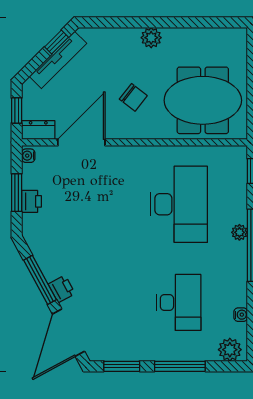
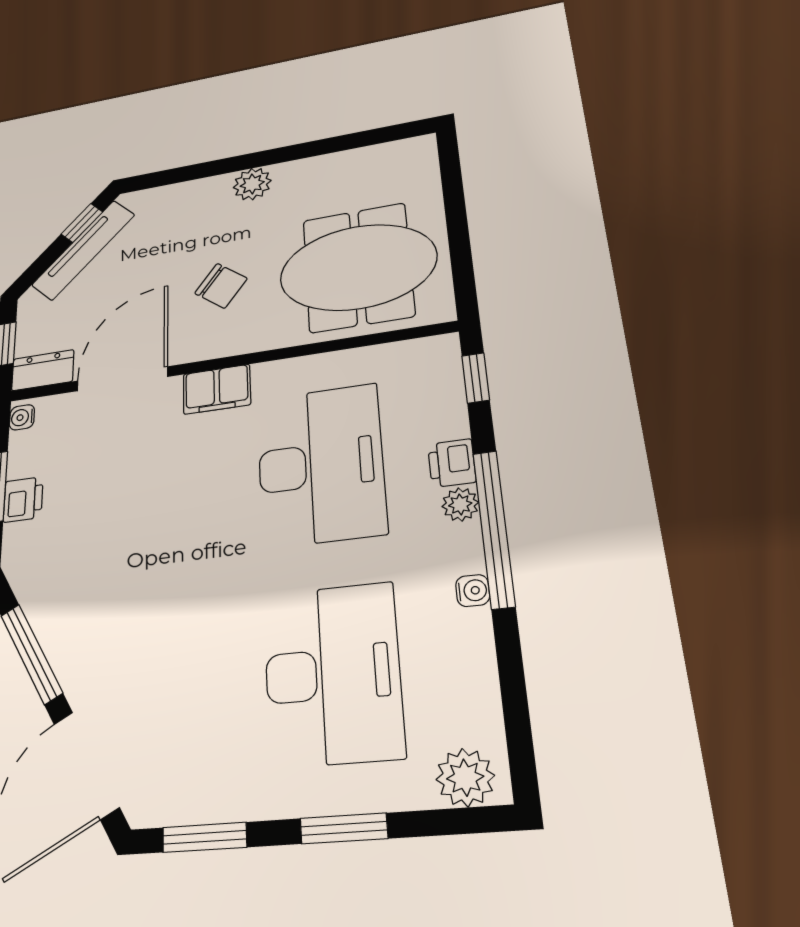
filing cabinet: (130, 157) -> (217, 389), added
printer: (62, 289) -> (452, 463), moved, turned -152
desk: (179, 302) -> (332, 674), width x1.36, depth x1.30
water cooler: (241, 315) -> (473, 591), moved
window: (180, 366) -> (344, 828), width x0.69

